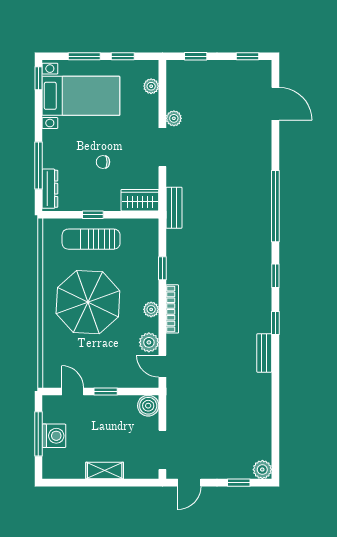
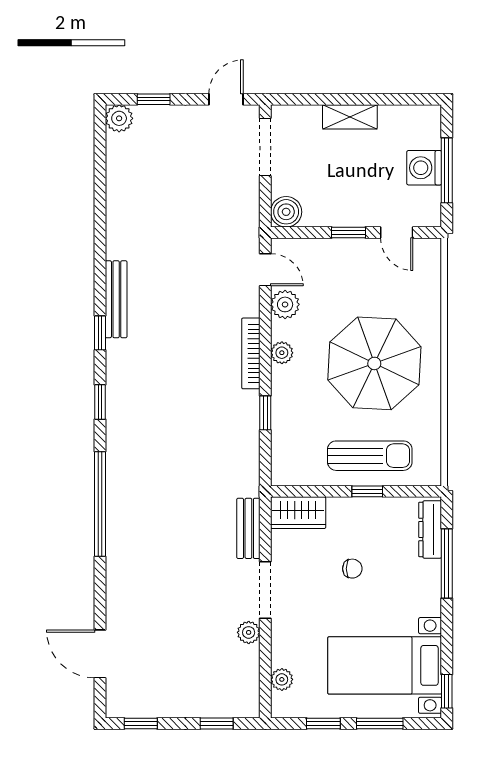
bench: (174, 208) -> (248, 528), moved
bench: (264, 353) -> (116, 299), width x1.36

